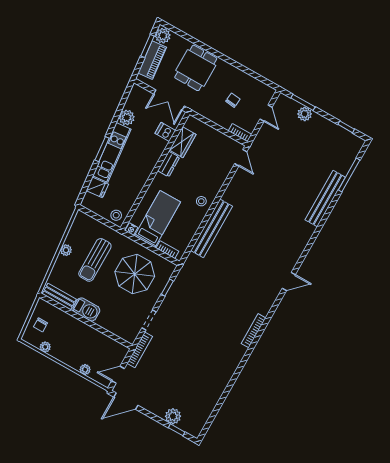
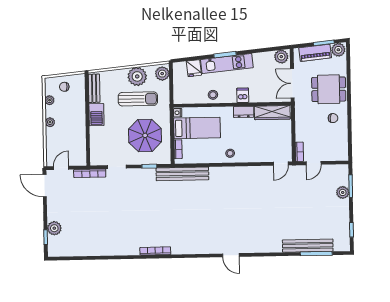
chair: (233, 100) -> (333, 118), moved
door: (266, 113) -> (314, 163), moved
plant: (127, 118) -> (281, 57), moved
dishwasher: (165, 132) -> (243, 95), moved
wardrobe: (183, 142) -> (272, 113), width x1.50
bench: (325, 199) -> (308, 246), moved
stool: (116, 215) -> (213, 95), moved
plant: (84, 222) -> (162, 74), added
bench: (212, 228) -> (182, 174), moved
plant: (66, 250) -> (137, 76), width x1.88, depth x1.88
sun lounger: (95, 260) -> (138, 99), turned 180
door: (289, 282) -> (231, 255), moved
plant: (85, 370) -> (50, 122), moved
door: (118, 375) -> (61, 168), hinge flipped

